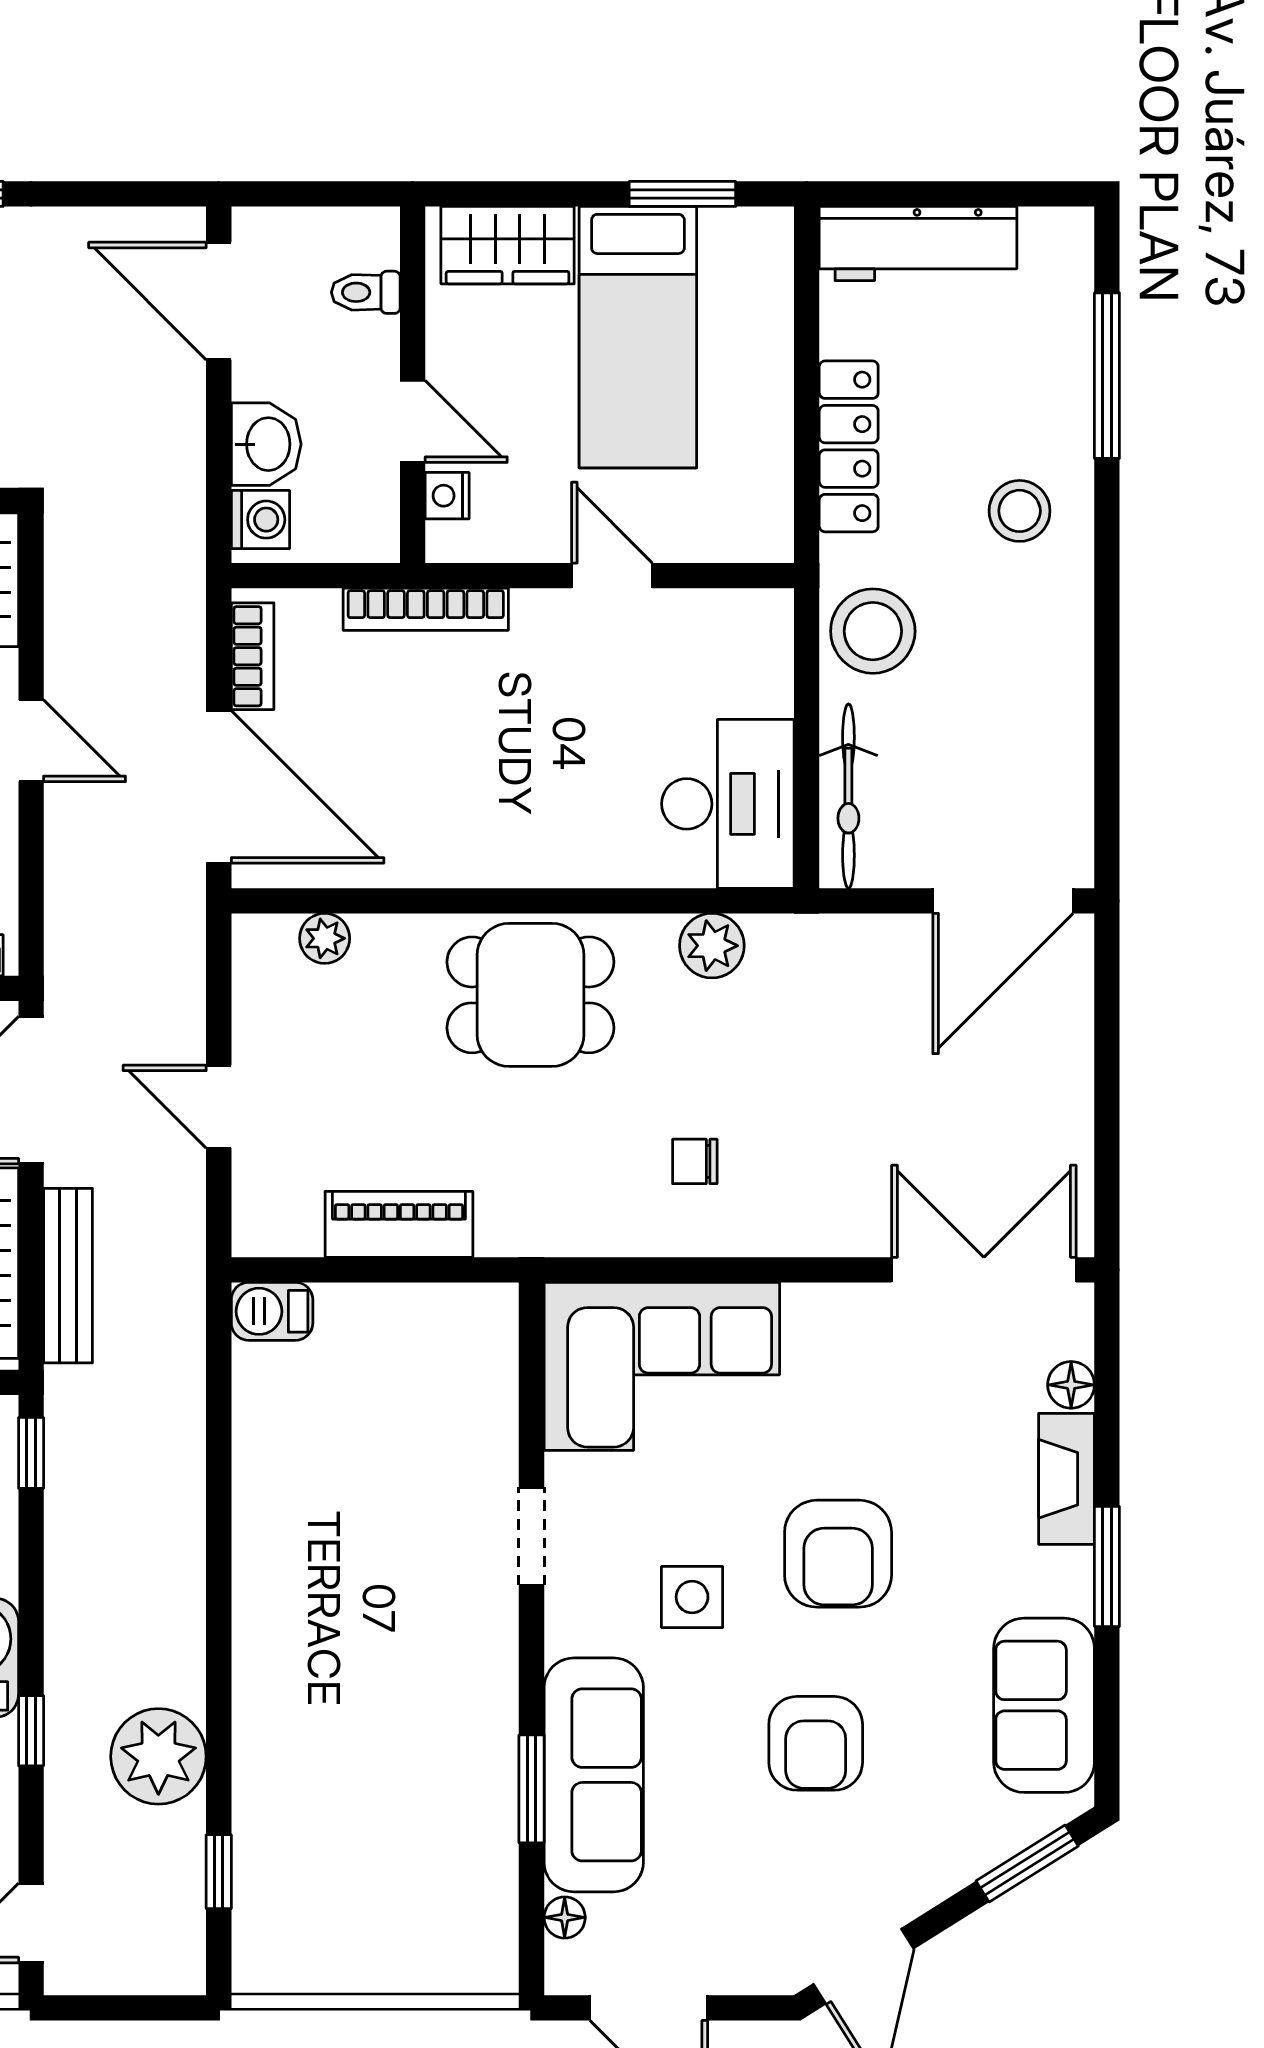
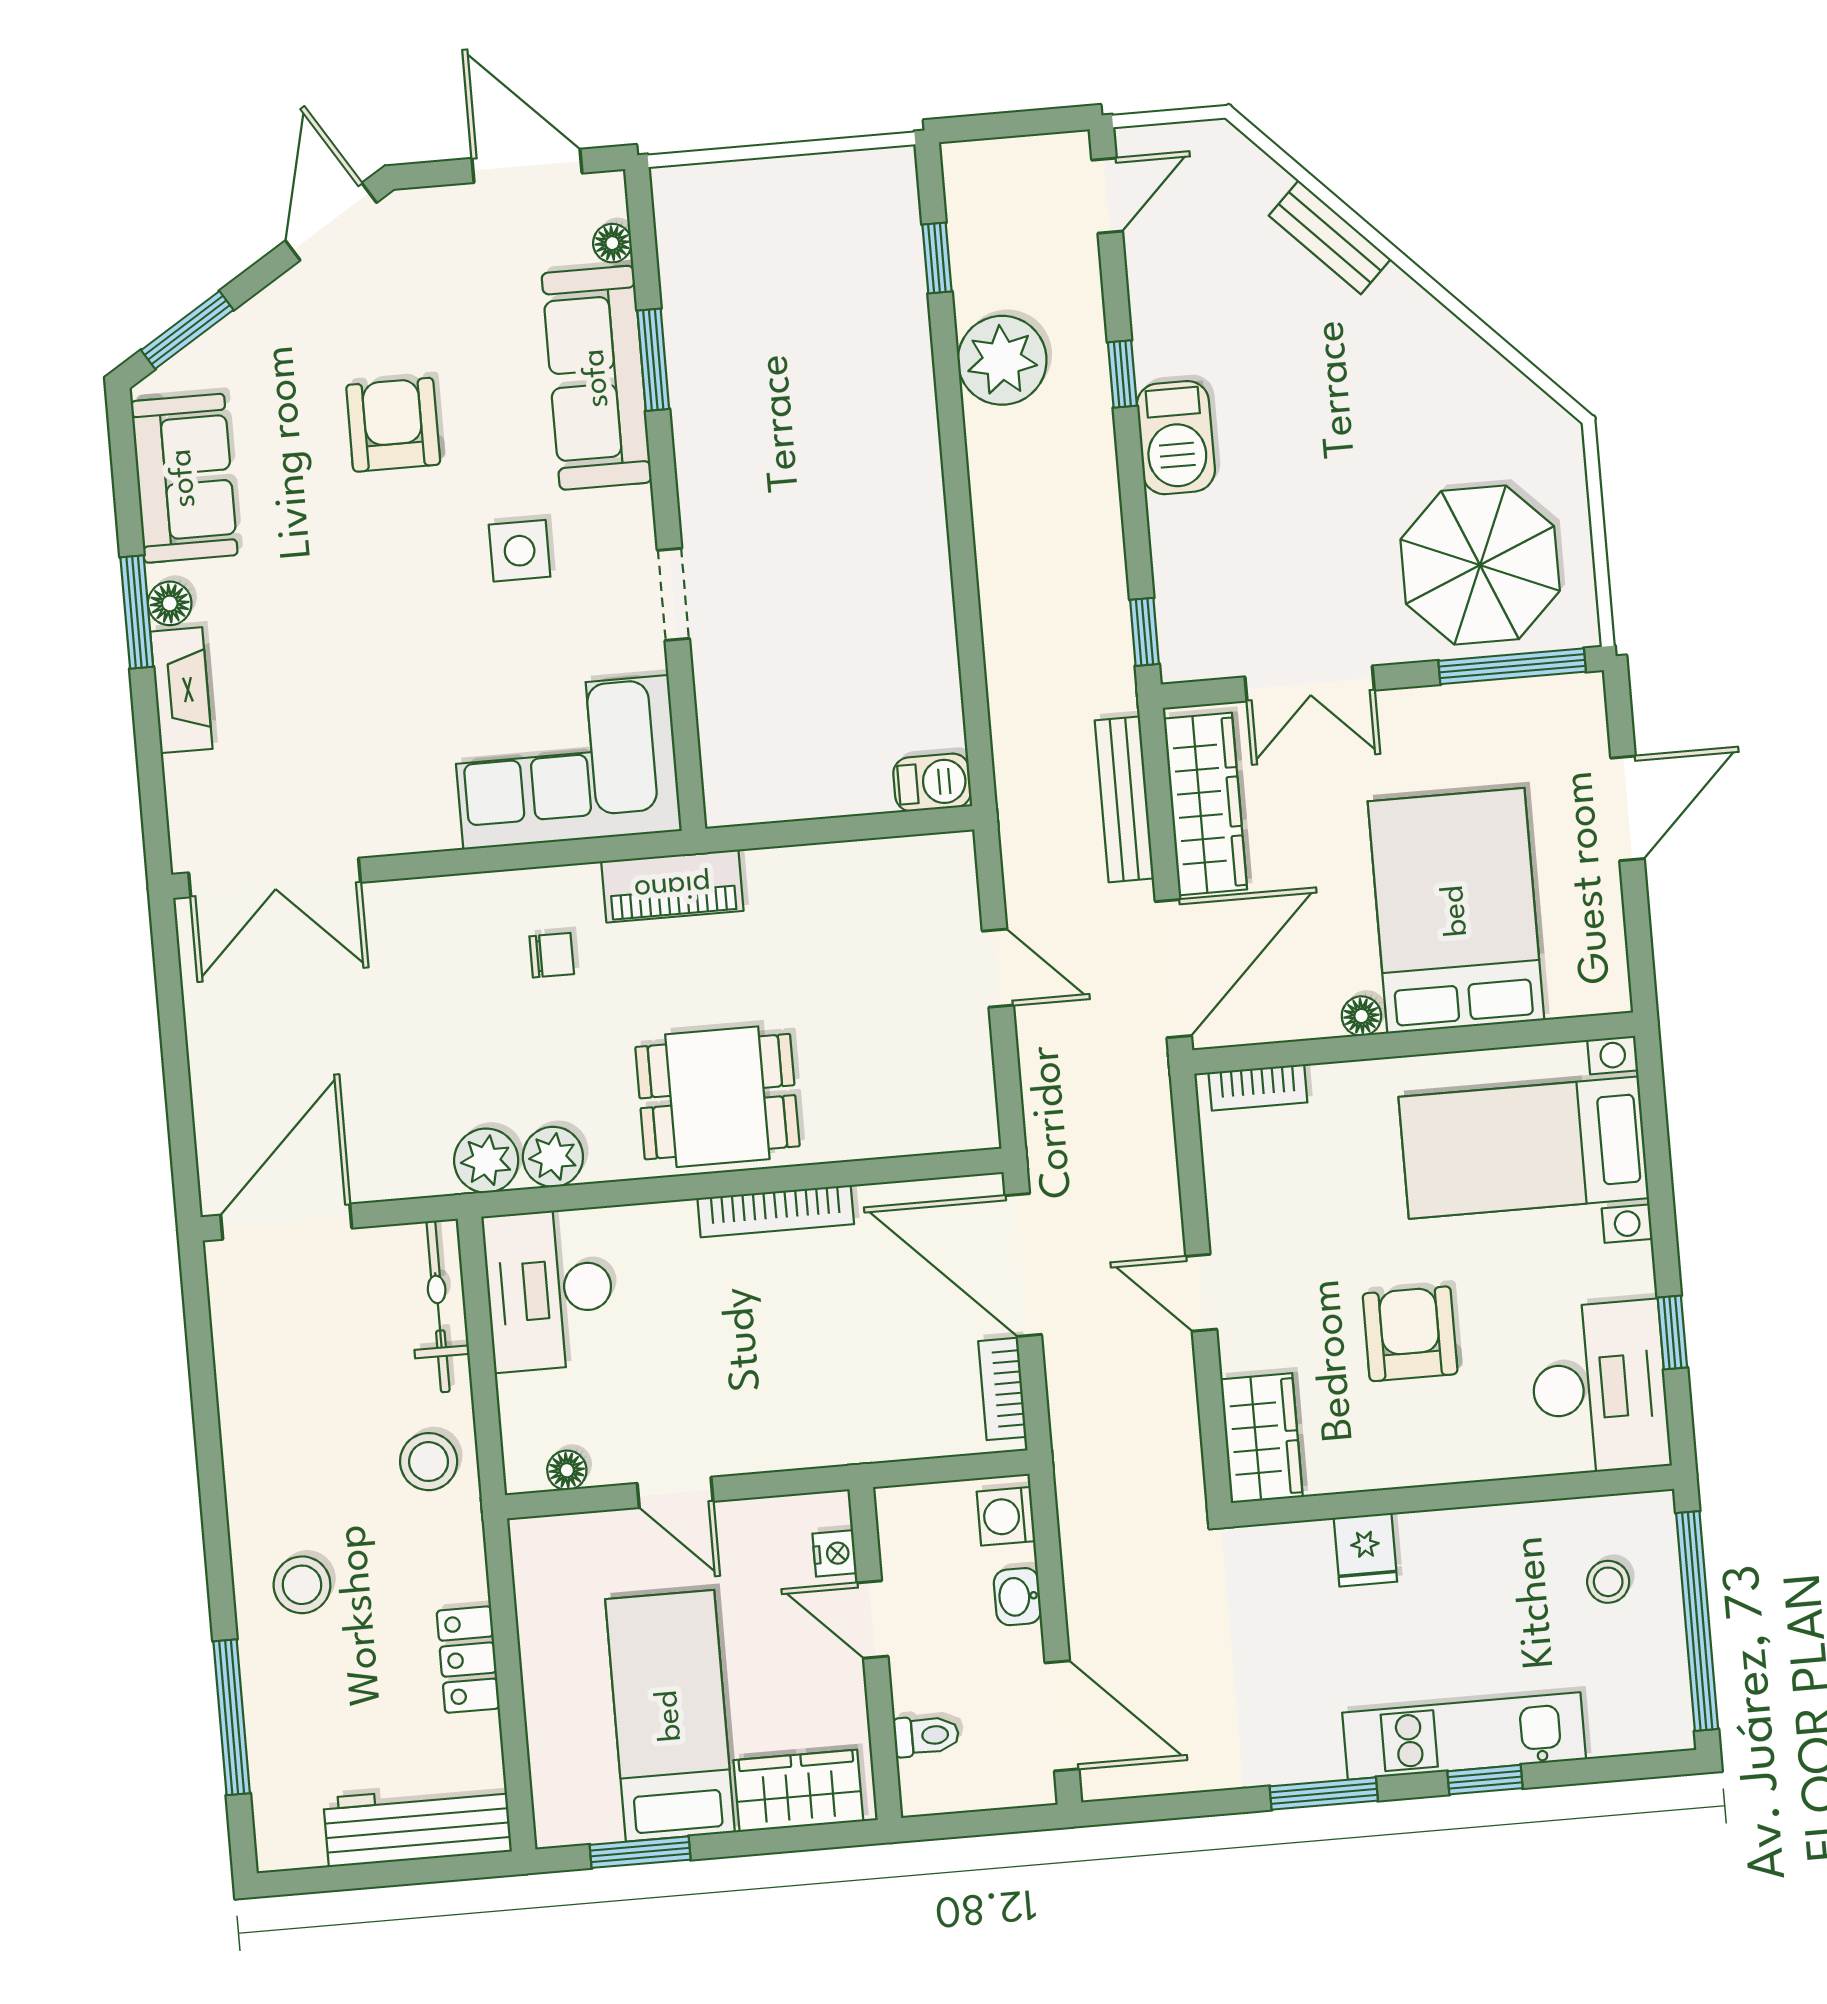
washbasin: (266, 444) -> (1017, 1597), width x0.72, depth x0.69
locker: (849, 446) -> (468, 1660), width x0.66
bookcase: (426, 609) -> (776, 1211), moved, turned 180
floor lamp: (726, 609) -> (567, 1470), added
stool: (873, 631) -> (429, 1462), width x0.73, depth x0.73
plant: (325, 938) -> (486, 1161), moved, width x1.38, depth x1.38
piano: (399, 1224) -> (672, 886), moved
floor lamp: (1071, 1385) -> (170, 603), moved
armchair: (838, 1554) -> (387, 603), removed

